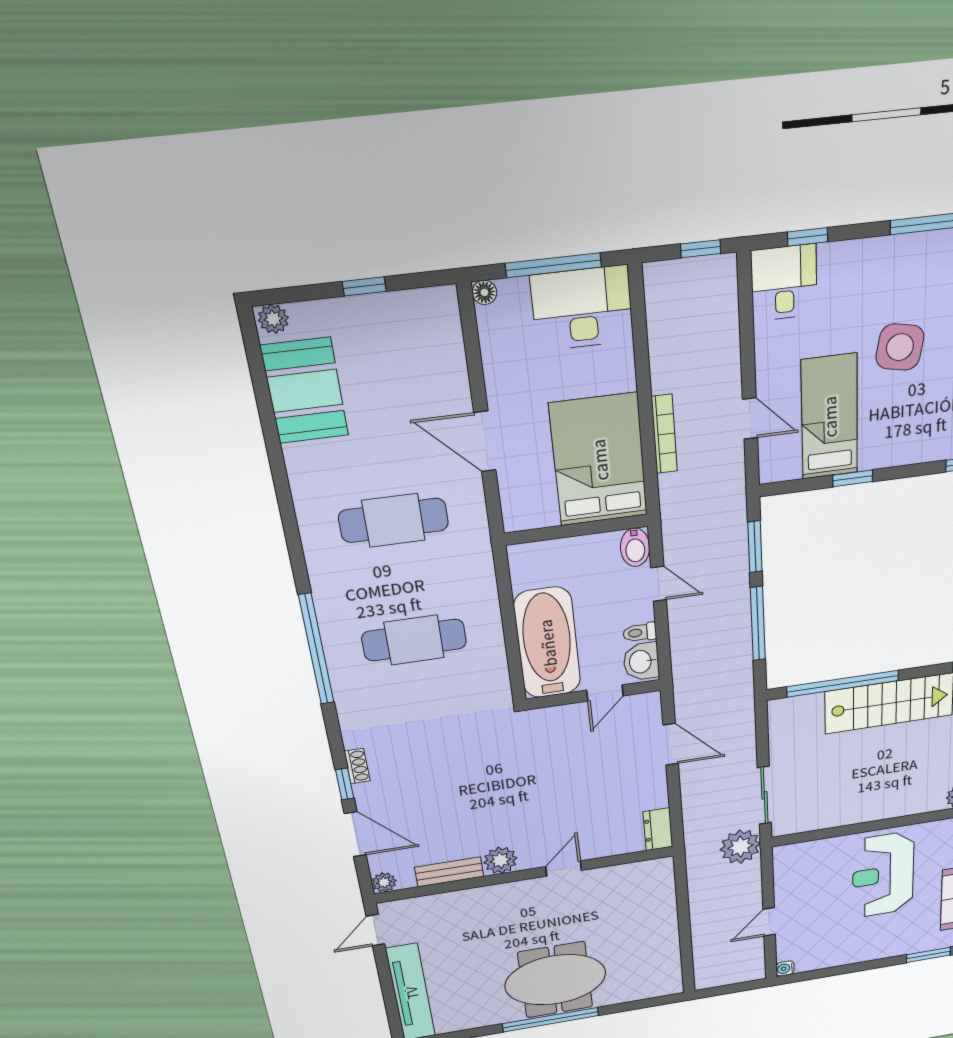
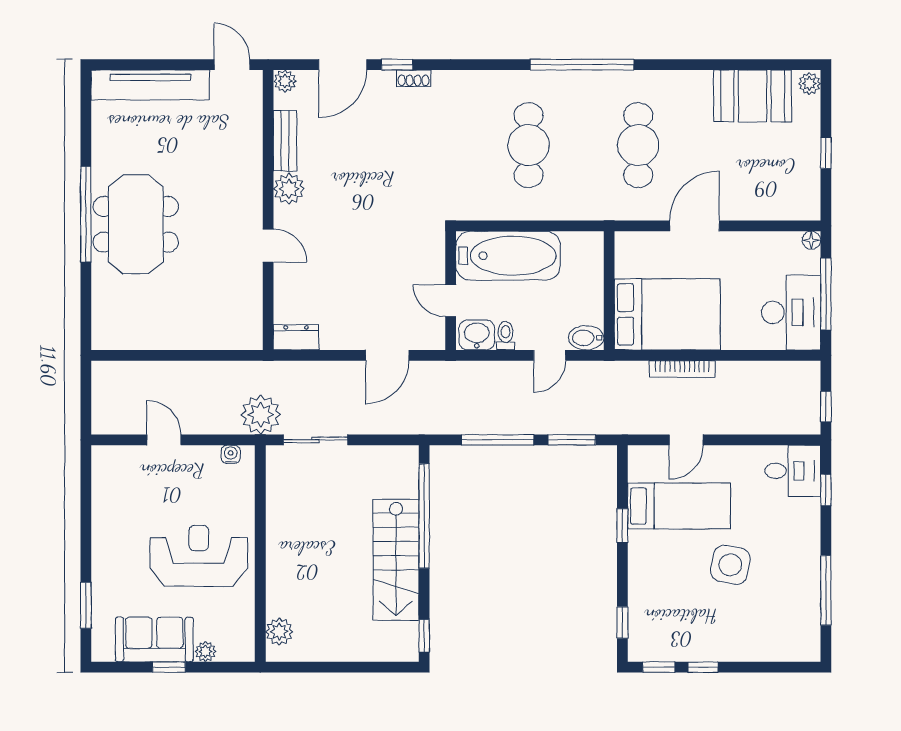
window: (316, 649) -> (582, 65), moved
water cooler: (785, 969) -> (231, 454), moved

